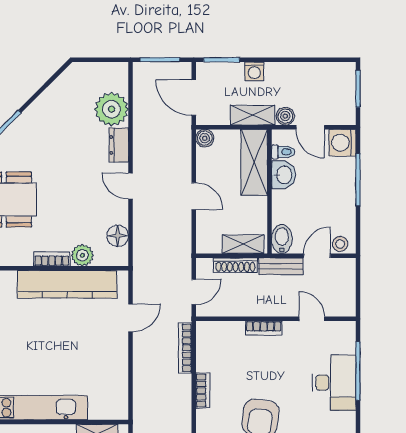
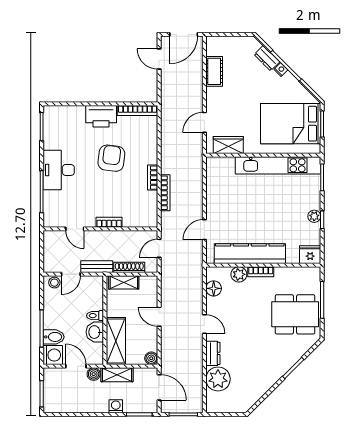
toilet: (283, 152) -> (95, 316), moved
bidet: (282, 239) -> (54, 337), moved, turned -90
bookcase: (185, 348) -> (165, 193), moved
desk: (334, 383) -> (59, 170), moved

